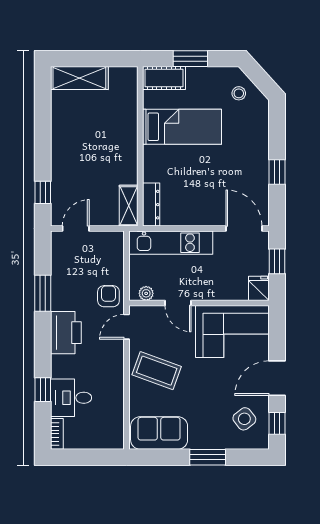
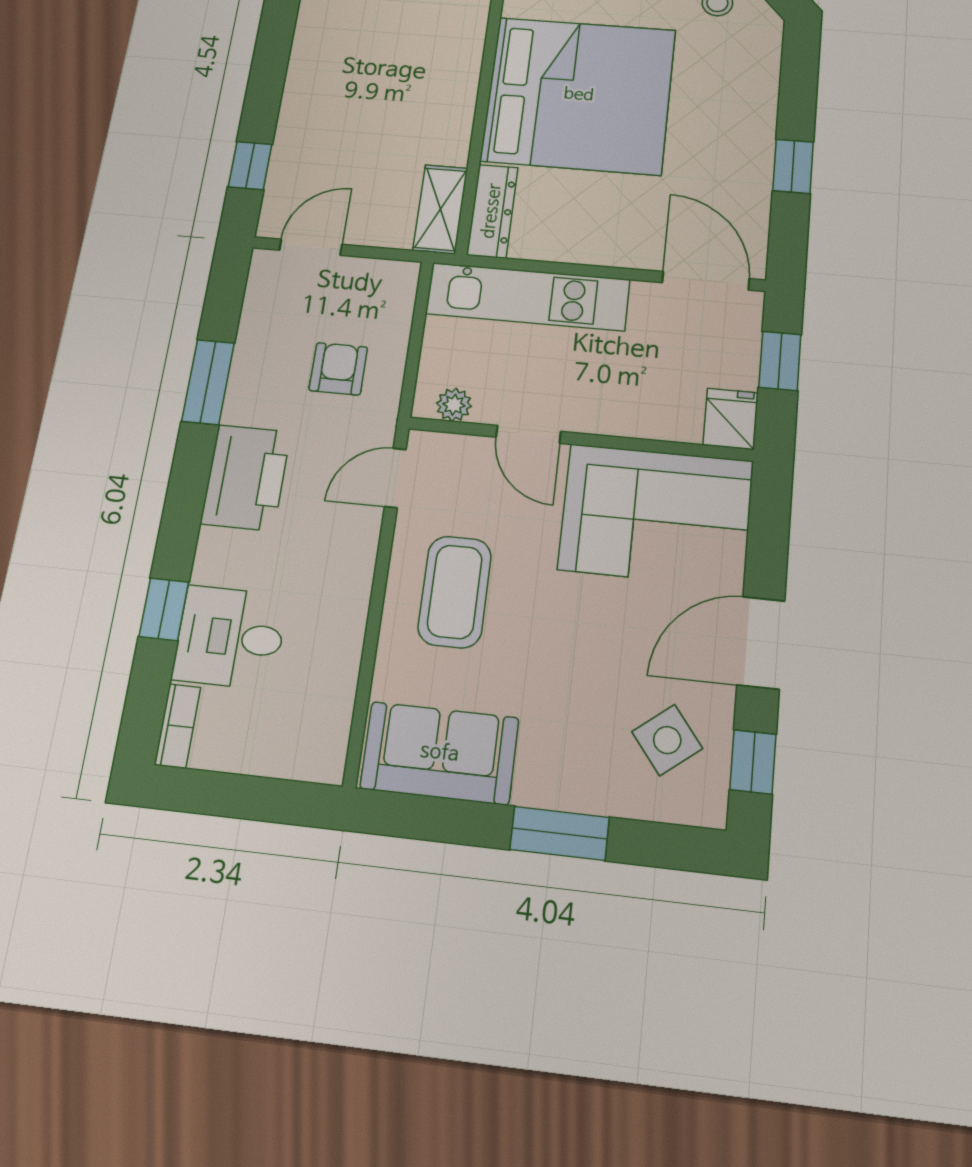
bed: (182, 127) -> (579, 95), width x2.04
armchair: (108, 296) -> (338, 369), moved
coffee table: (157, 371) -> (455, 592), turned 70

